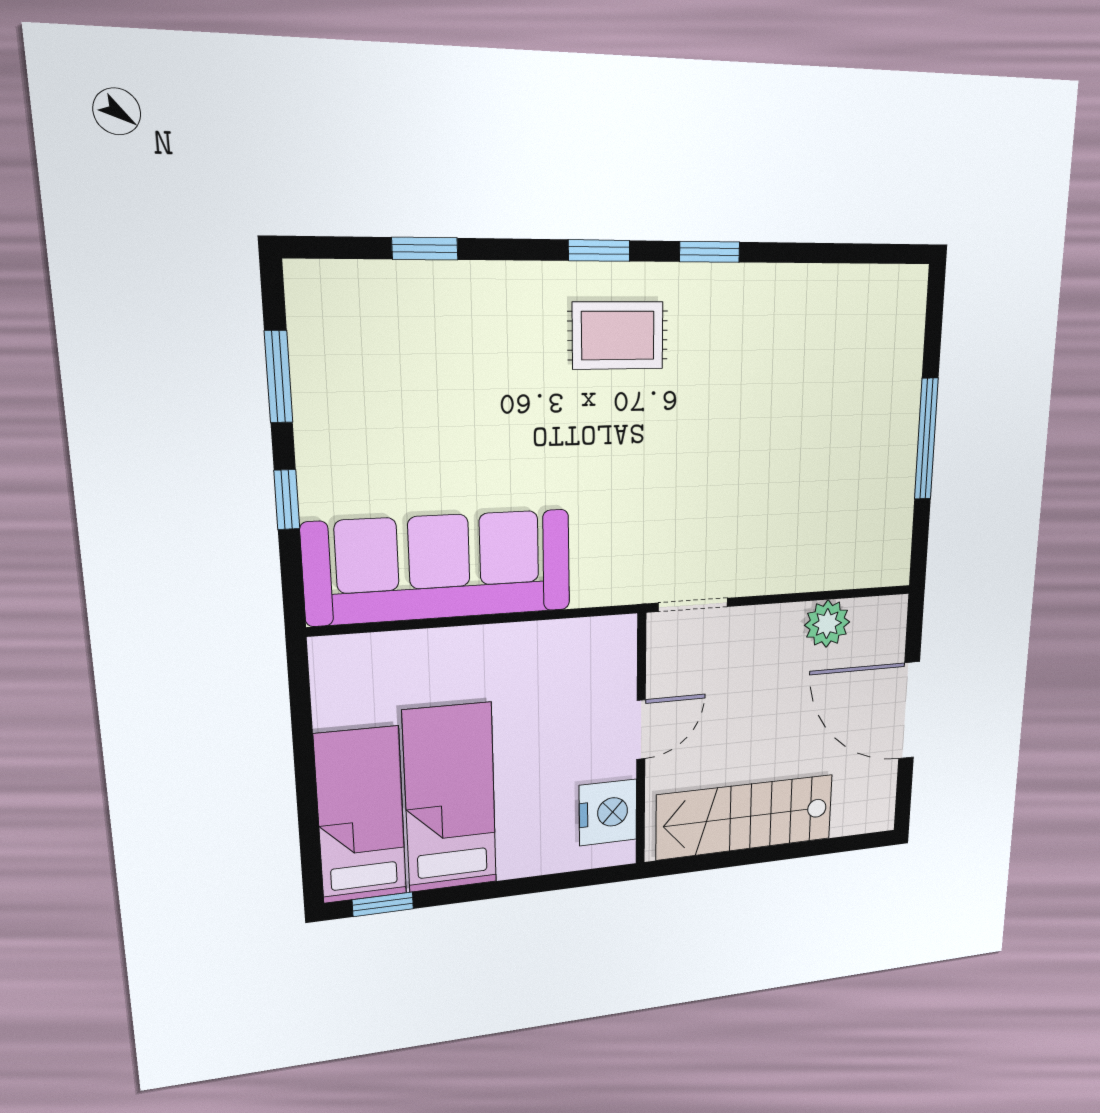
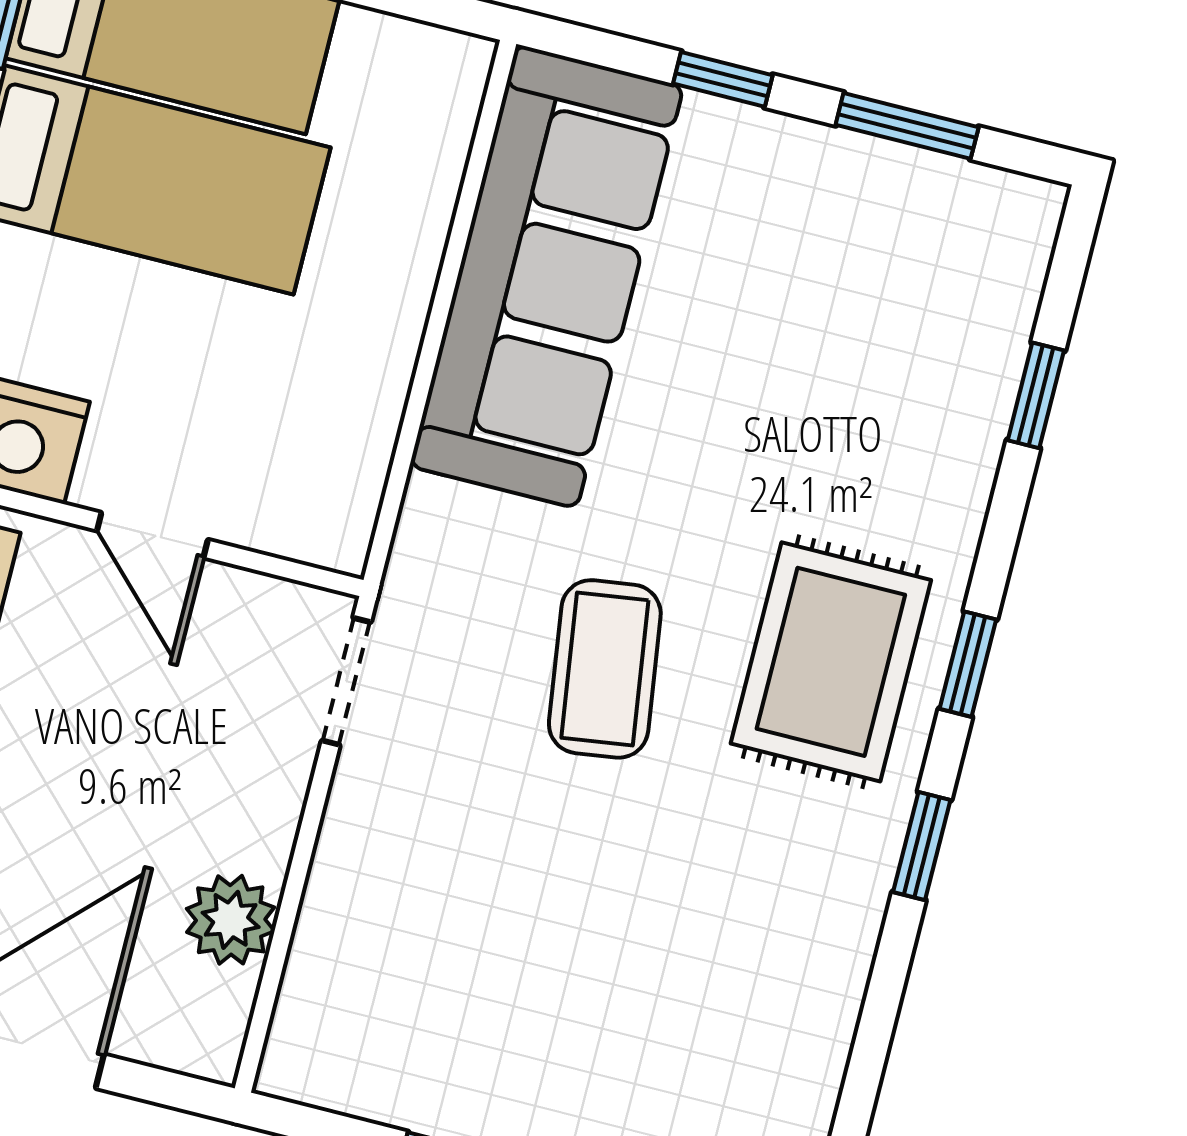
rug: (618, 335) -> (831, 662), width x1.36, depth x1.43
coffee table: (653, 466) -> (605, 669), added

